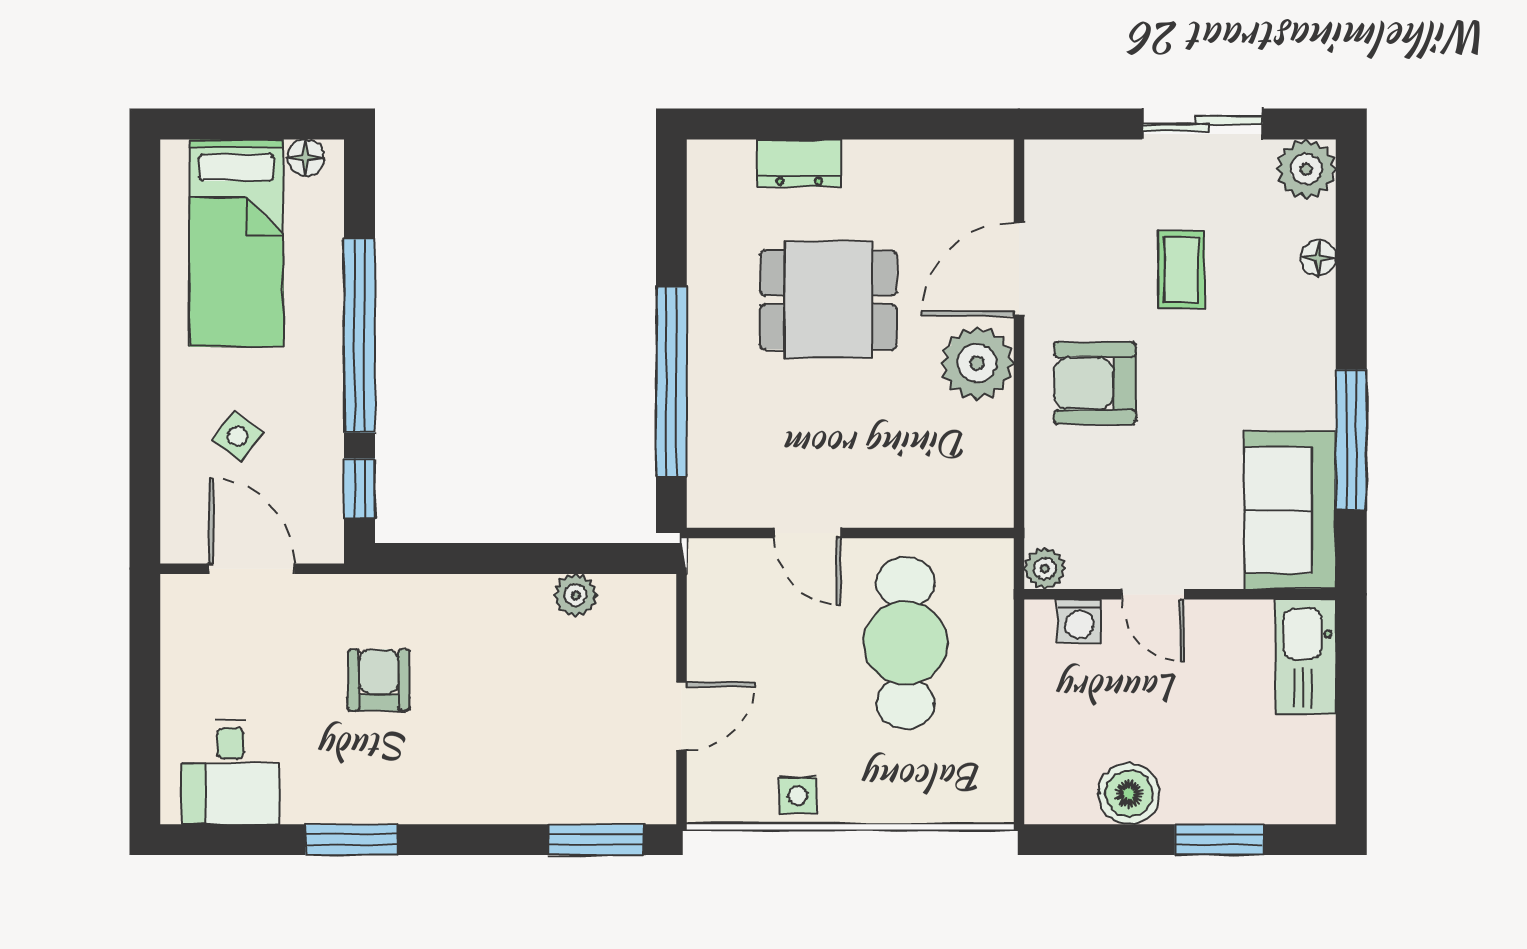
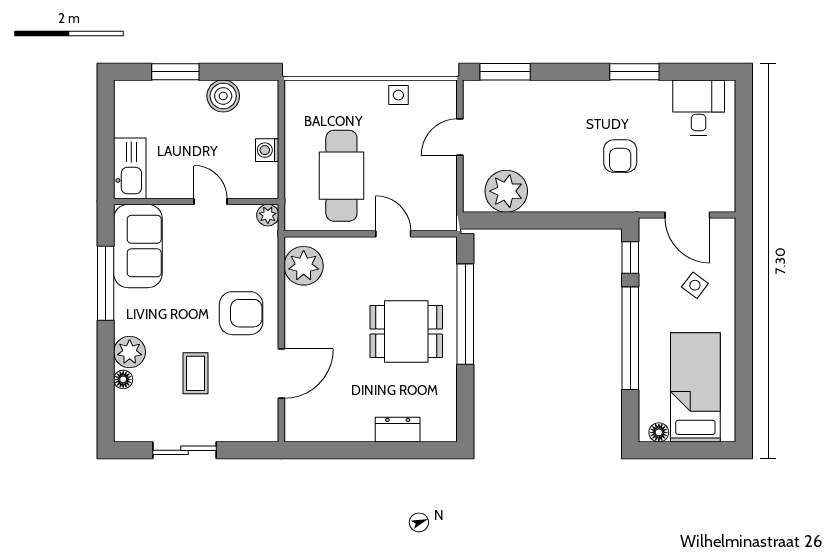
plant: (1306, 169) -> (130, 352), moved
dining table: (828, 300) -> (406, 331), moved
plant: (977, 363) -> (304, 266), moved
plant: (575, 595) -> (506, 191), width x1.87, depth x1.87
washing machine: (1079, 621) -> (267, 150), moved, turned -90

